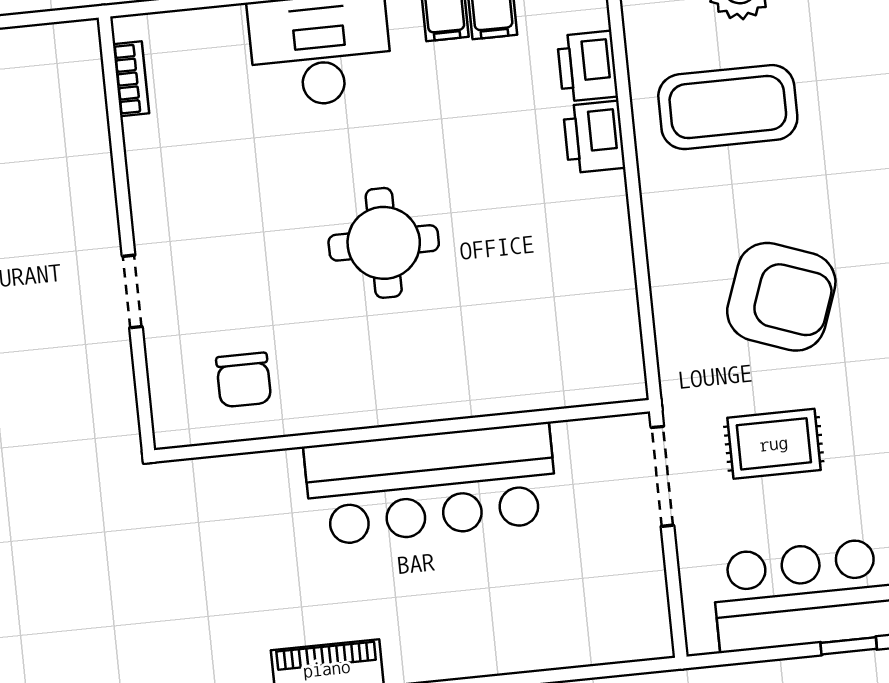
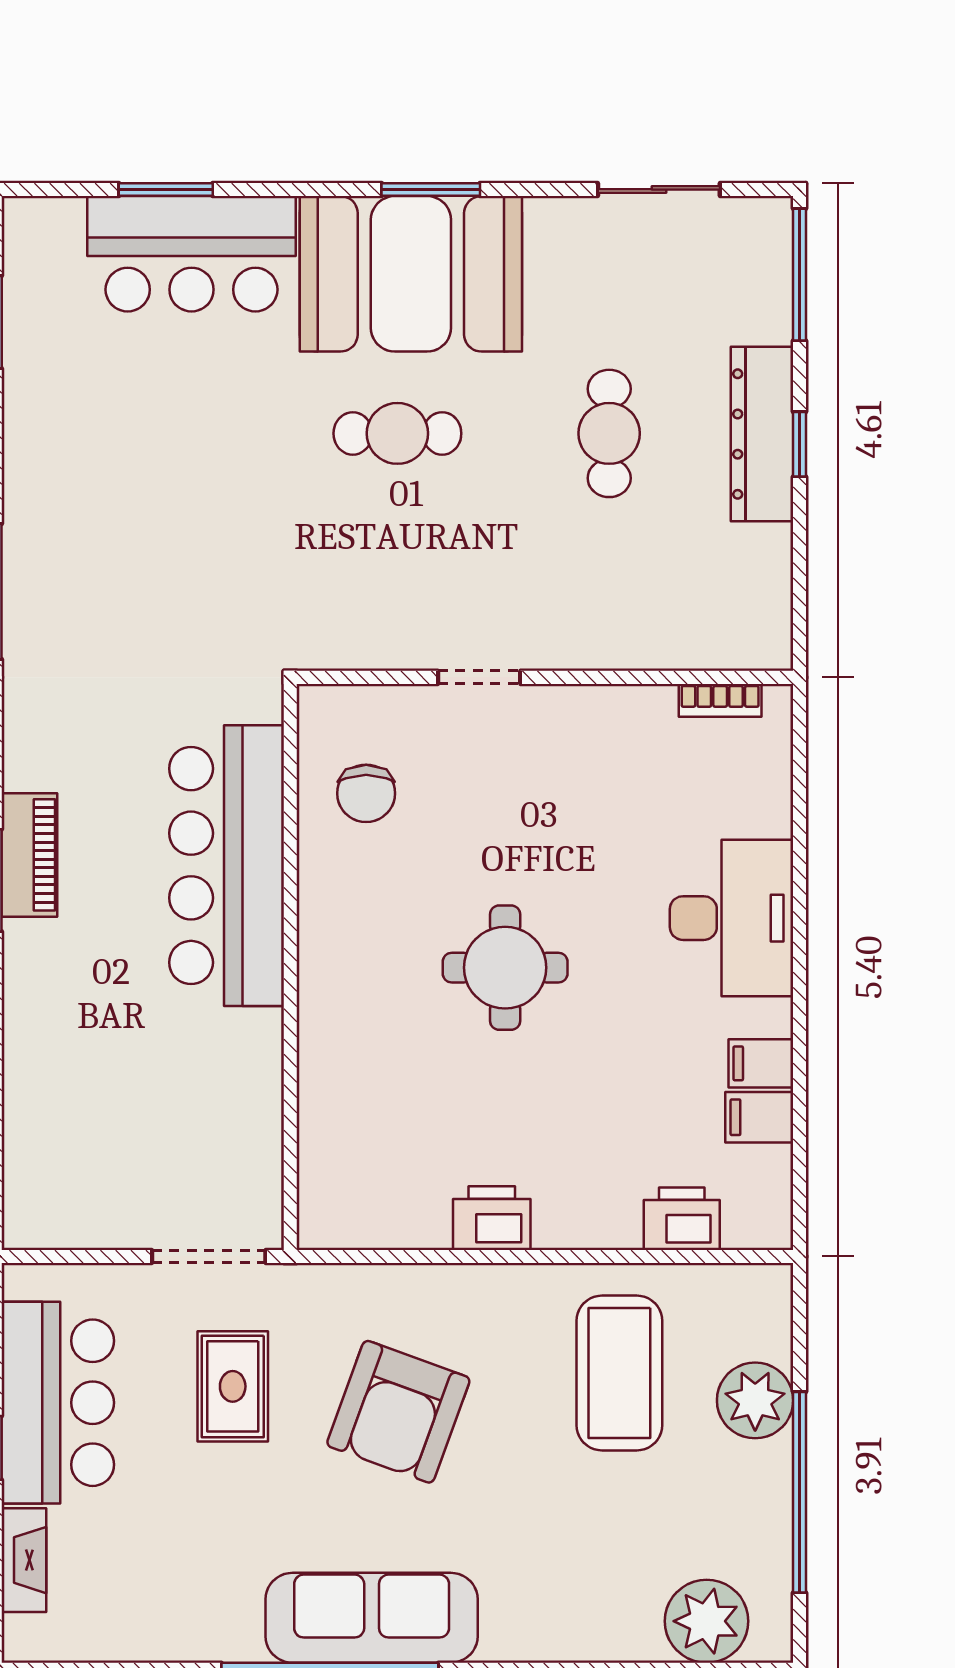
printer: (594, 137) -> (492, 1218), moved
chair: (244, 380) -> (366, 793), turned -90
bar counter: (431, 484) -> (227, 866), moved

